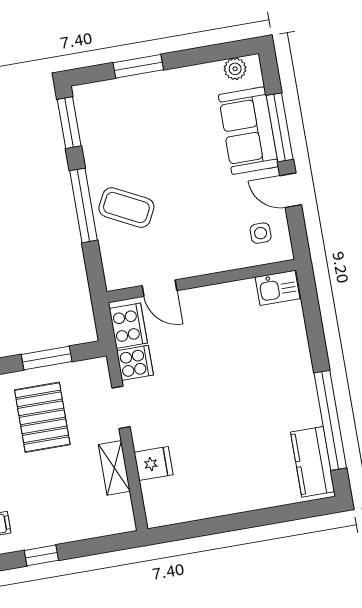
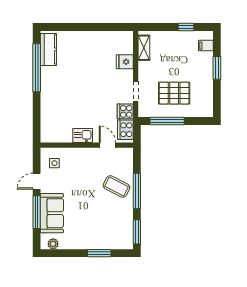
door: (291, 190) -> (37, 181), swing flipped
kitchen sink: (278, 288) -> (83, 136), moved
window: (47, 358) -> (167, 121), width x1.44
pallet: (42, 417) -> (174, 93), turned 90
shelving: (114, 468) -> (144, 48), moved

